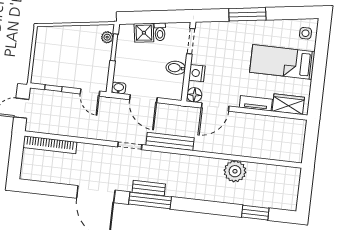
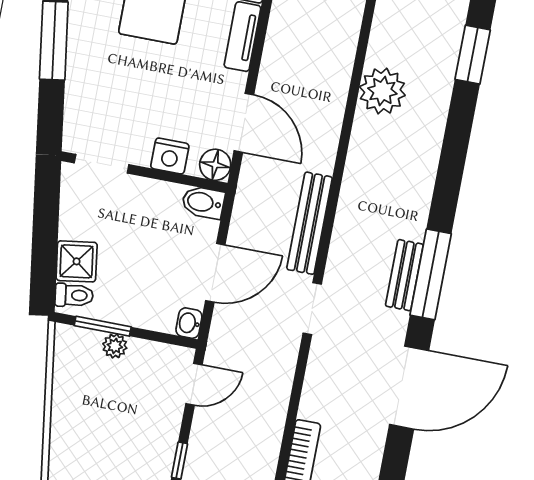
toilet: (160, 32) -> (74, 295), moved
plant: (107, 37) -> (115, 346), moved
bidet: (176, 68) -> (203, 202), moved, turned 90

